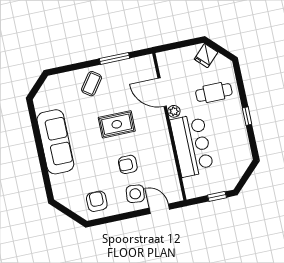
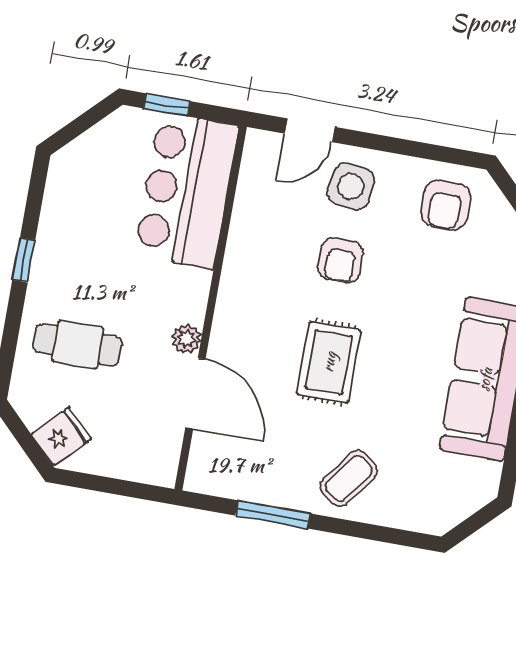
rug: (117, 124) -> (329, 362), turned 90
bar counter: (192, 145) -> (186, 191), moved
armchair: (128, 164) -> (341, 260), turned 90
door: (159, 209) -> (310, 130), hinge flipped

